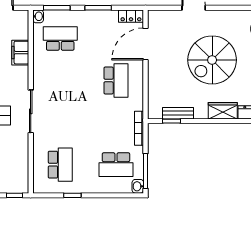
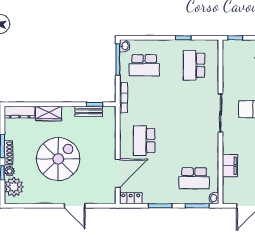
school desk: (116, 165) -> (144, 65), turned 180

